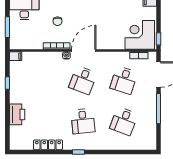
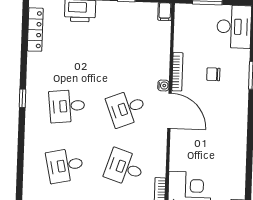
desk: (83, 80) -> (126, 108), turned -42
desk: (124, 121) -> (65, 165), turned -33
locker: (48, 145) -> (35, 30), moved

